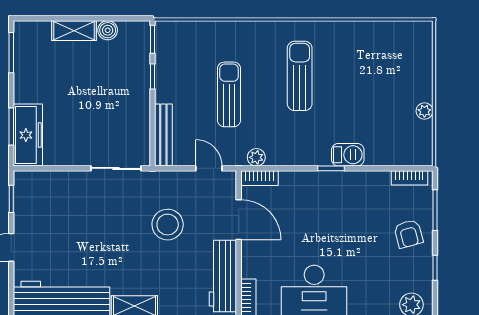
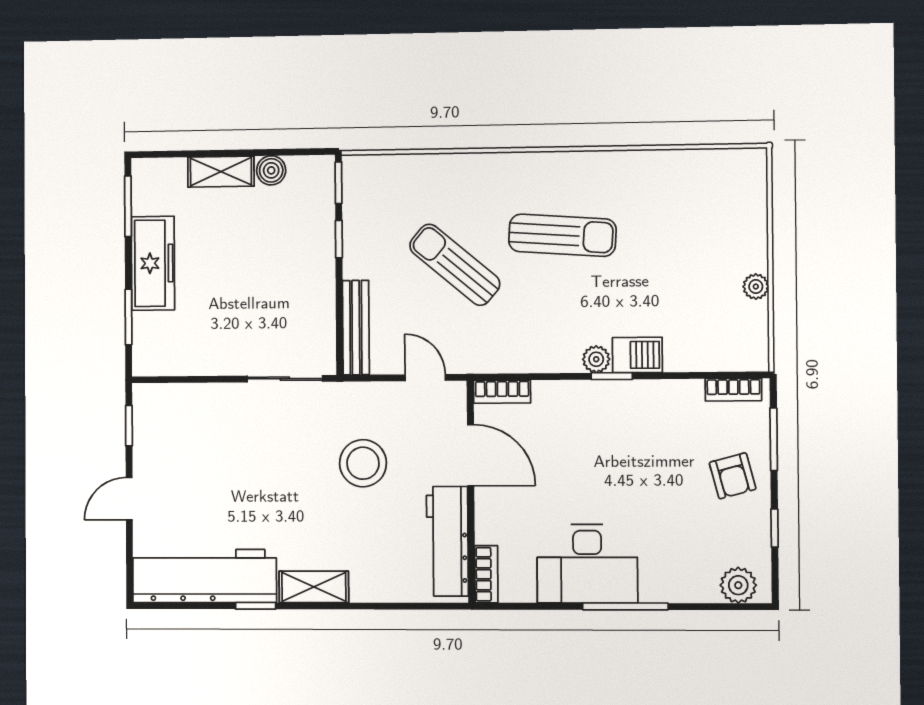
sun lounger: (300, 76) -> (562, 235), turned 94
sun lounger: (229, 94) -> (455, 265), turned -50
freezer: (28, 135) -> (153, 263), moved
plant: (256, 157) -> (596, 359), moved

